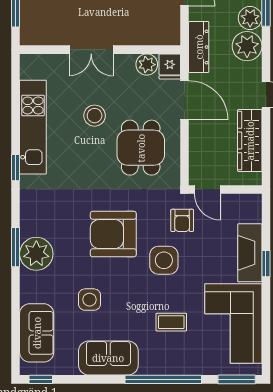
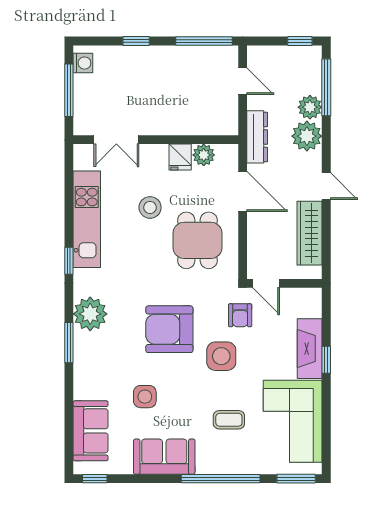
double door: (91, 50) -> (116, 140), moved
fridge: (170, 66) -> (180, 157), moved
plant: (36, 254) -> (90, 314), moved

